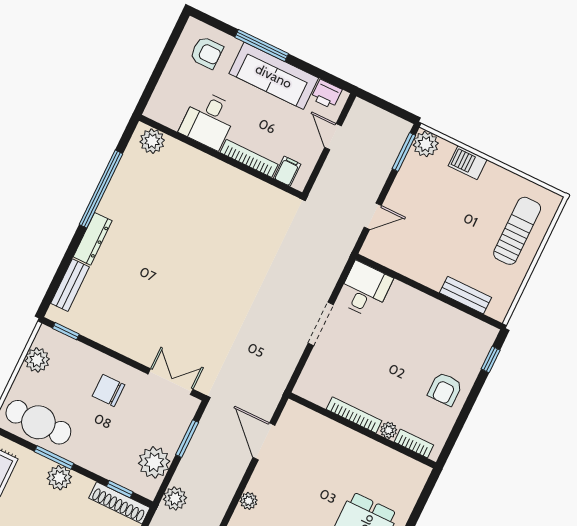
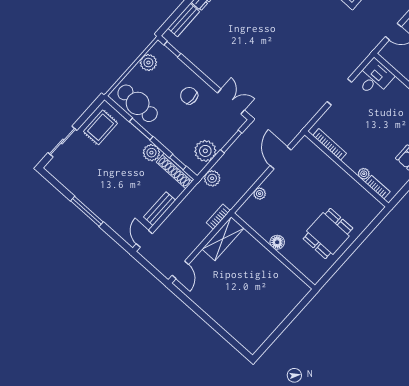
bookcase: (354, 415) -> (330, 144), moved
plant: (59, 478) -> (151, 153), moved

